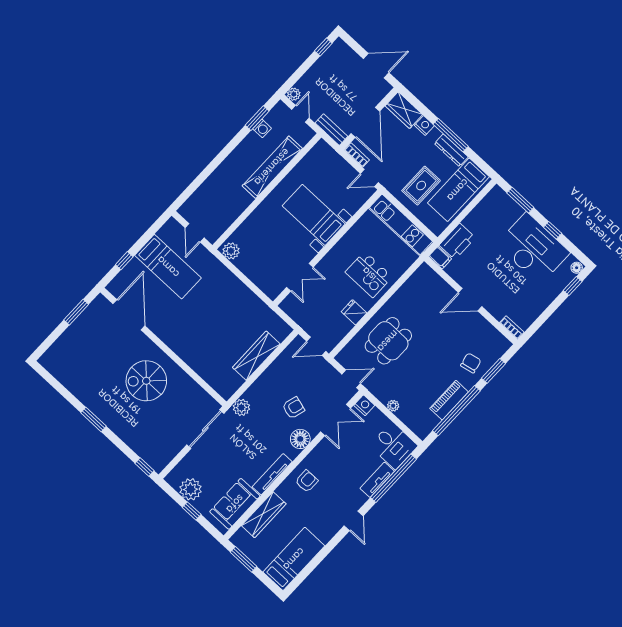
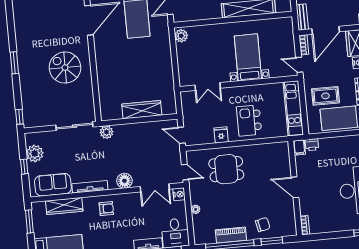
printer: (457, 241) -> (312, 145), width x0.53, depth x0.68
armchair: (293, 408) -> (137, 159), removed

